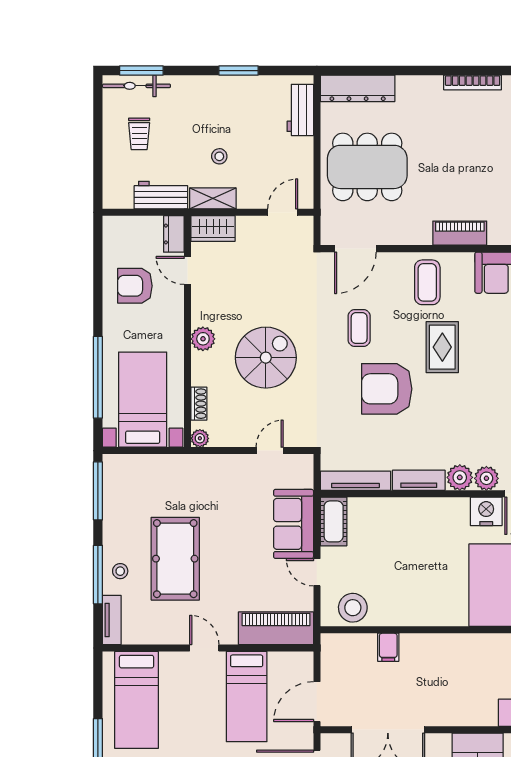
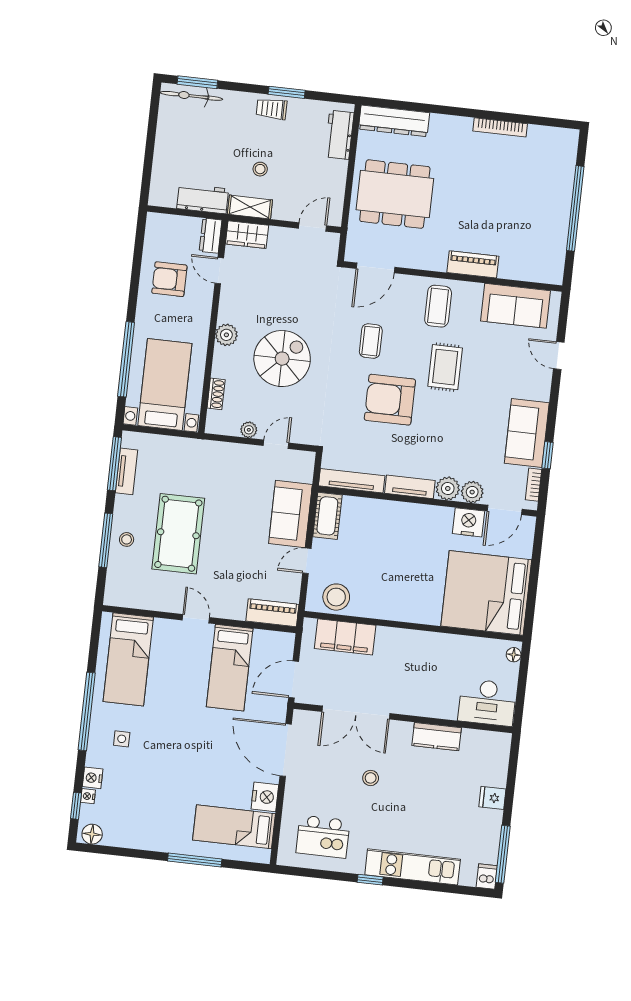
trolley: (139, 134) -> (272, 109), moved, turned 90
plant: (200, 438) -> (249, 430), moved
door: (317, 572) -> (307, 561), hinge flipped
tv unit: (112, 620) -> (126, 471), moved
piano: (276, 628) -> (272, 613), width x0.73, depth x0.75
filing cabinet: (388, 647) -> (345, 637), width x3.00, depth x1.17

